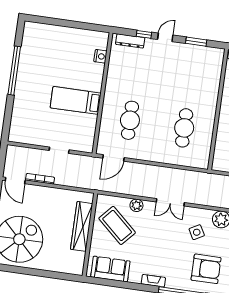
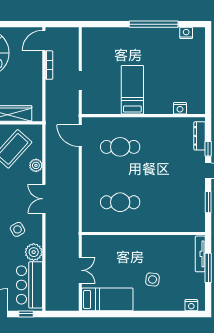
nightstand: (27, 40) -> (186, 33), added

